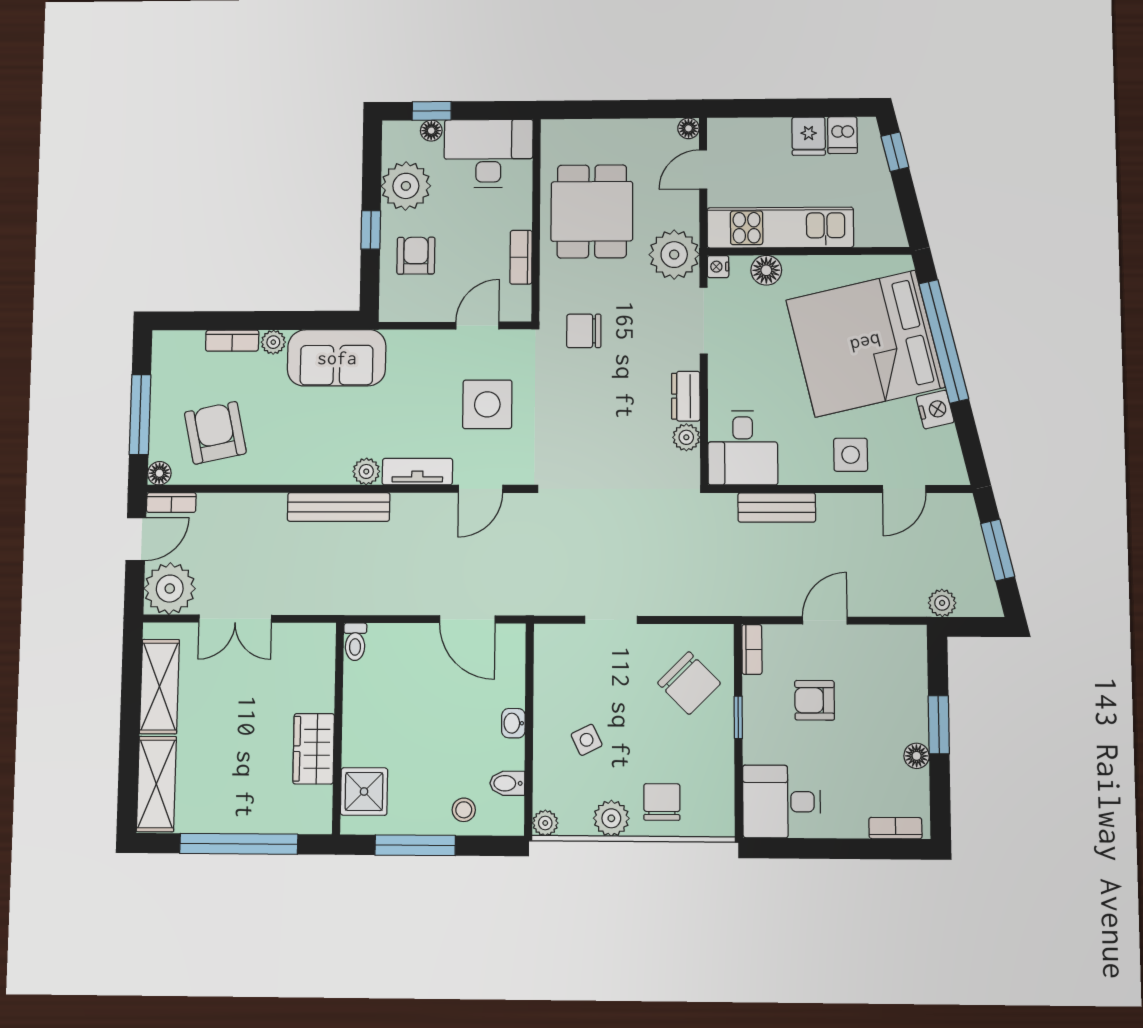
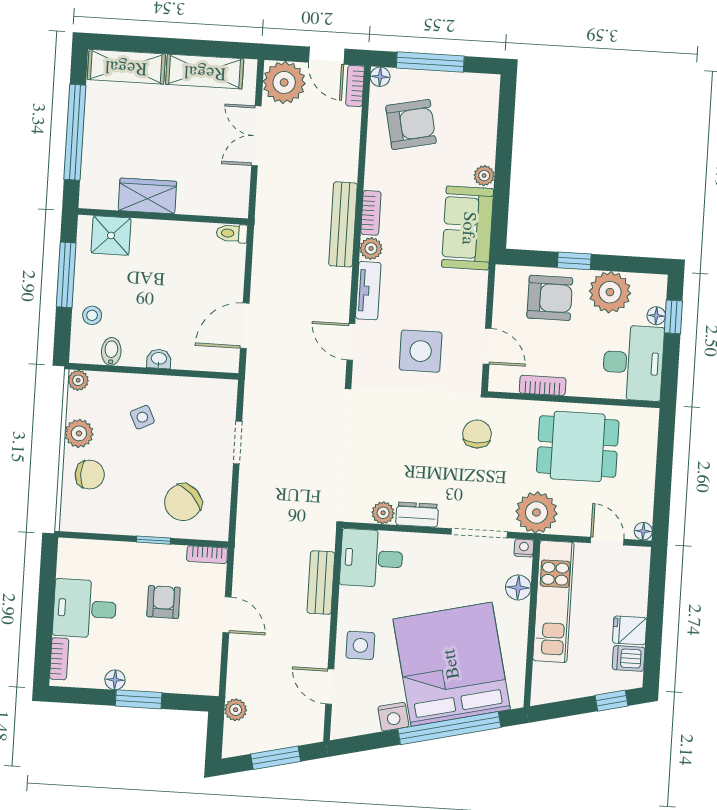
armchair: (416, 256) -> (550, 298), width x1.38, depth x1.38
bookcase: (232, 341) -> (371, 213), moved, turned 180
desk: (782, 802) -> (85, 609), moved, turned -90

